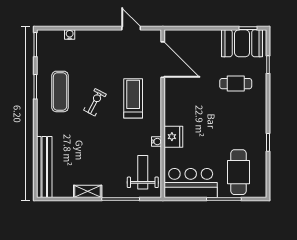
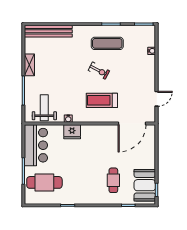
treadmill: (133, 98) -> (102, 100), turned 180
weight bench: (143, 172) -> (44, 108), turned -90

